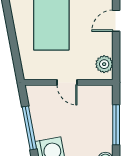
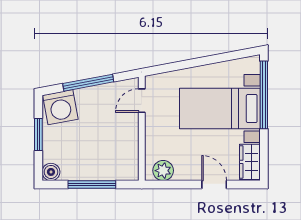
door: (67, 82) -> (142, 101), moved

